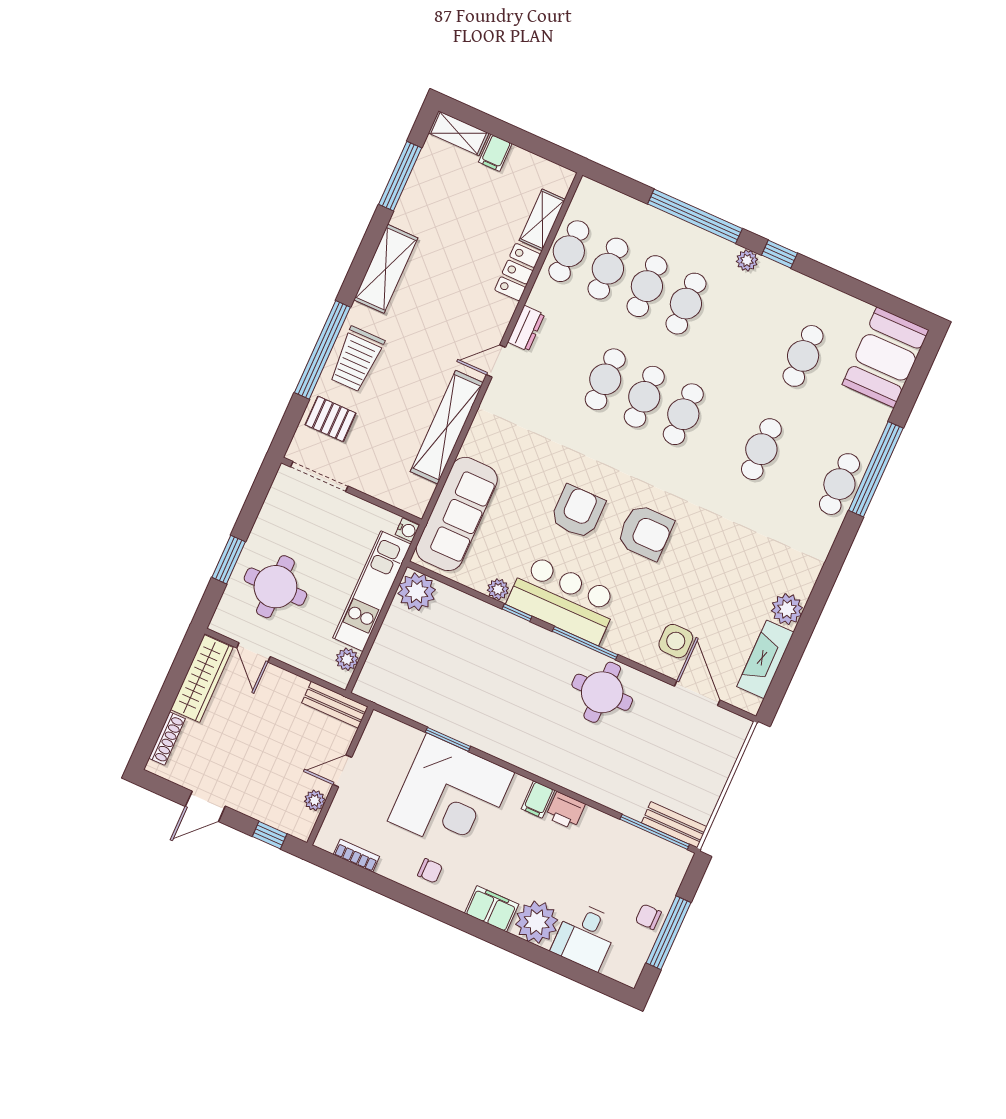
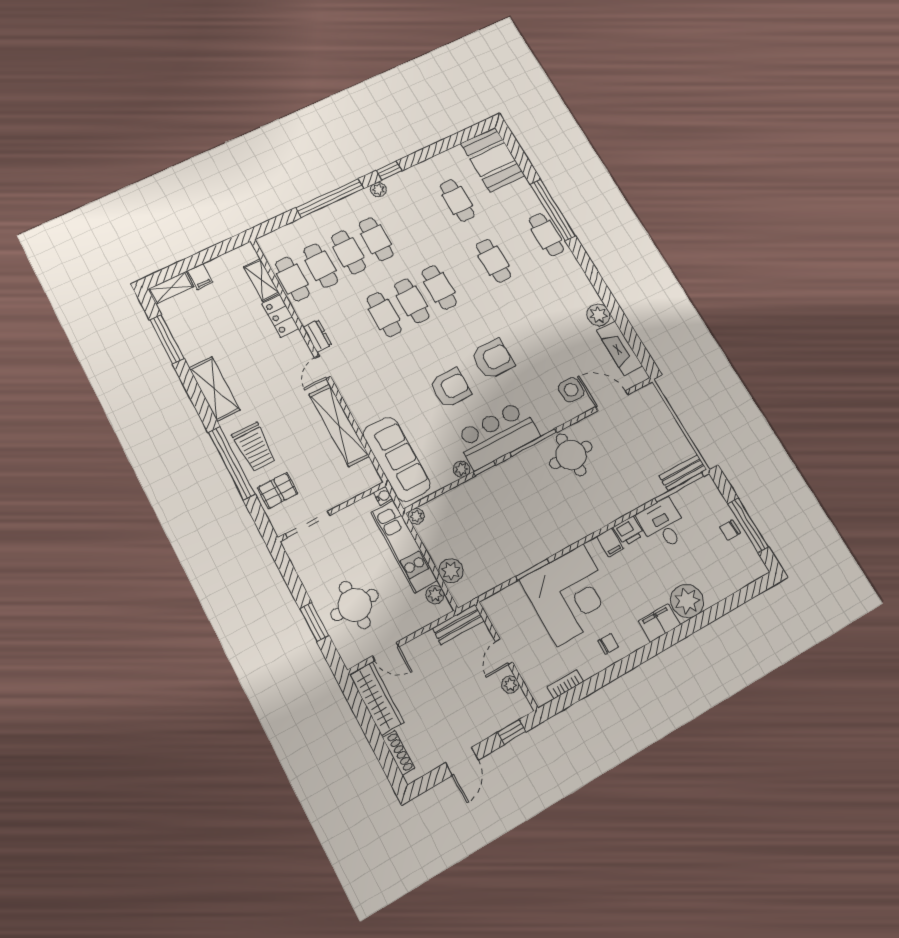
armchair: (578, 512) -> (450, 388), turned 90
plant: (417, 592) -> (416, 516), width x0.53, depth x0.53
plant: (383, 657) -> (451, 571), added
desk: (585, 936) -> (663, 524), moved, turned 180

